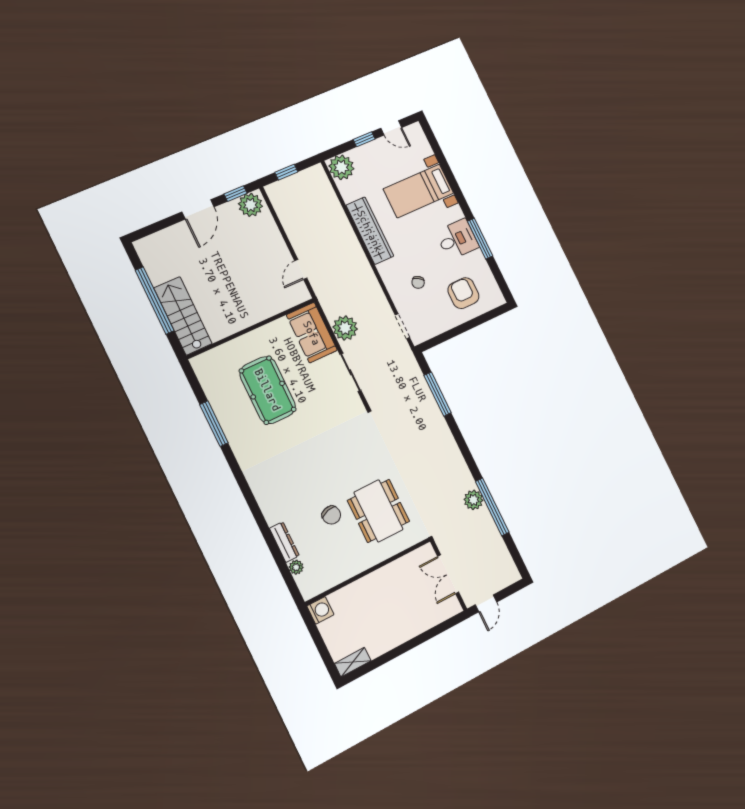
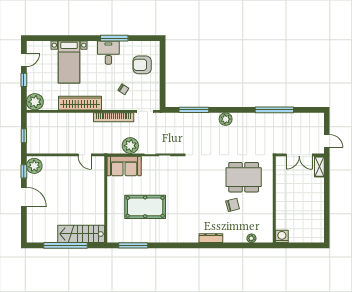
bookcase: (373, 286) -> (114, 117), added
window: (214, 424) -> (133, 245), moved
plant: (473, 500) -> (226, 119), moved
dresser: (284, 542) -> (211, 238), moved
shelving: (353, 662) -> (319, 167), moved

